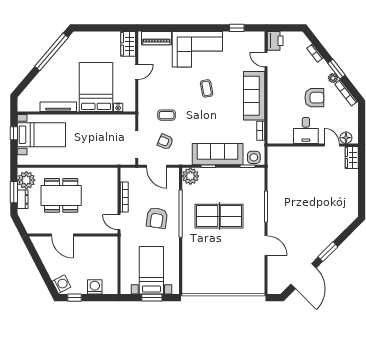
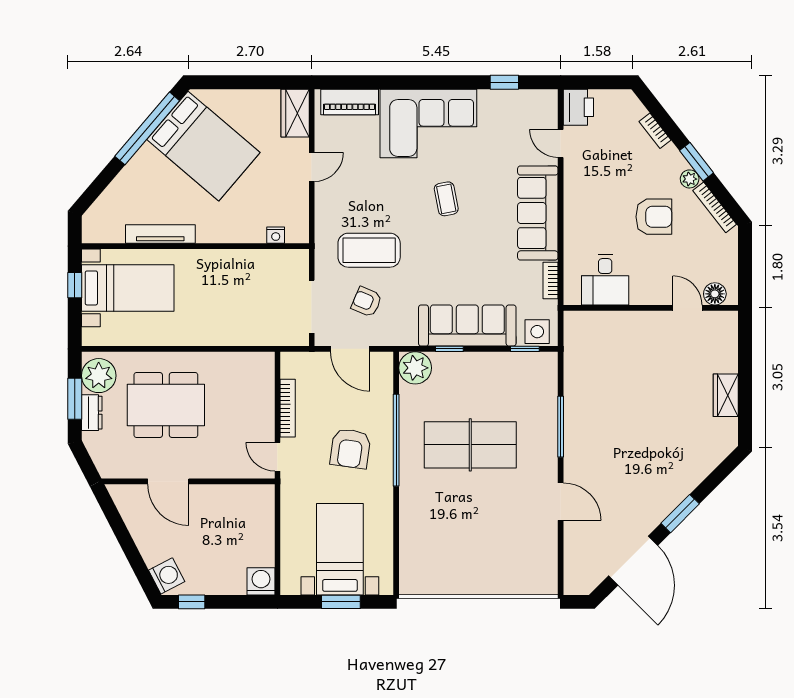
bed: (96, 87) -> (203, 146), moved, turned 130
coffee table: (167, 115) -> (369, 250), width x1.86, depth x1.72
desk: (306, 130) -> (605, 280), moved
wardrobe: (352, 157) -> (726, 395), moved
washing machine: (95, 287) -> (261, 581), moved

